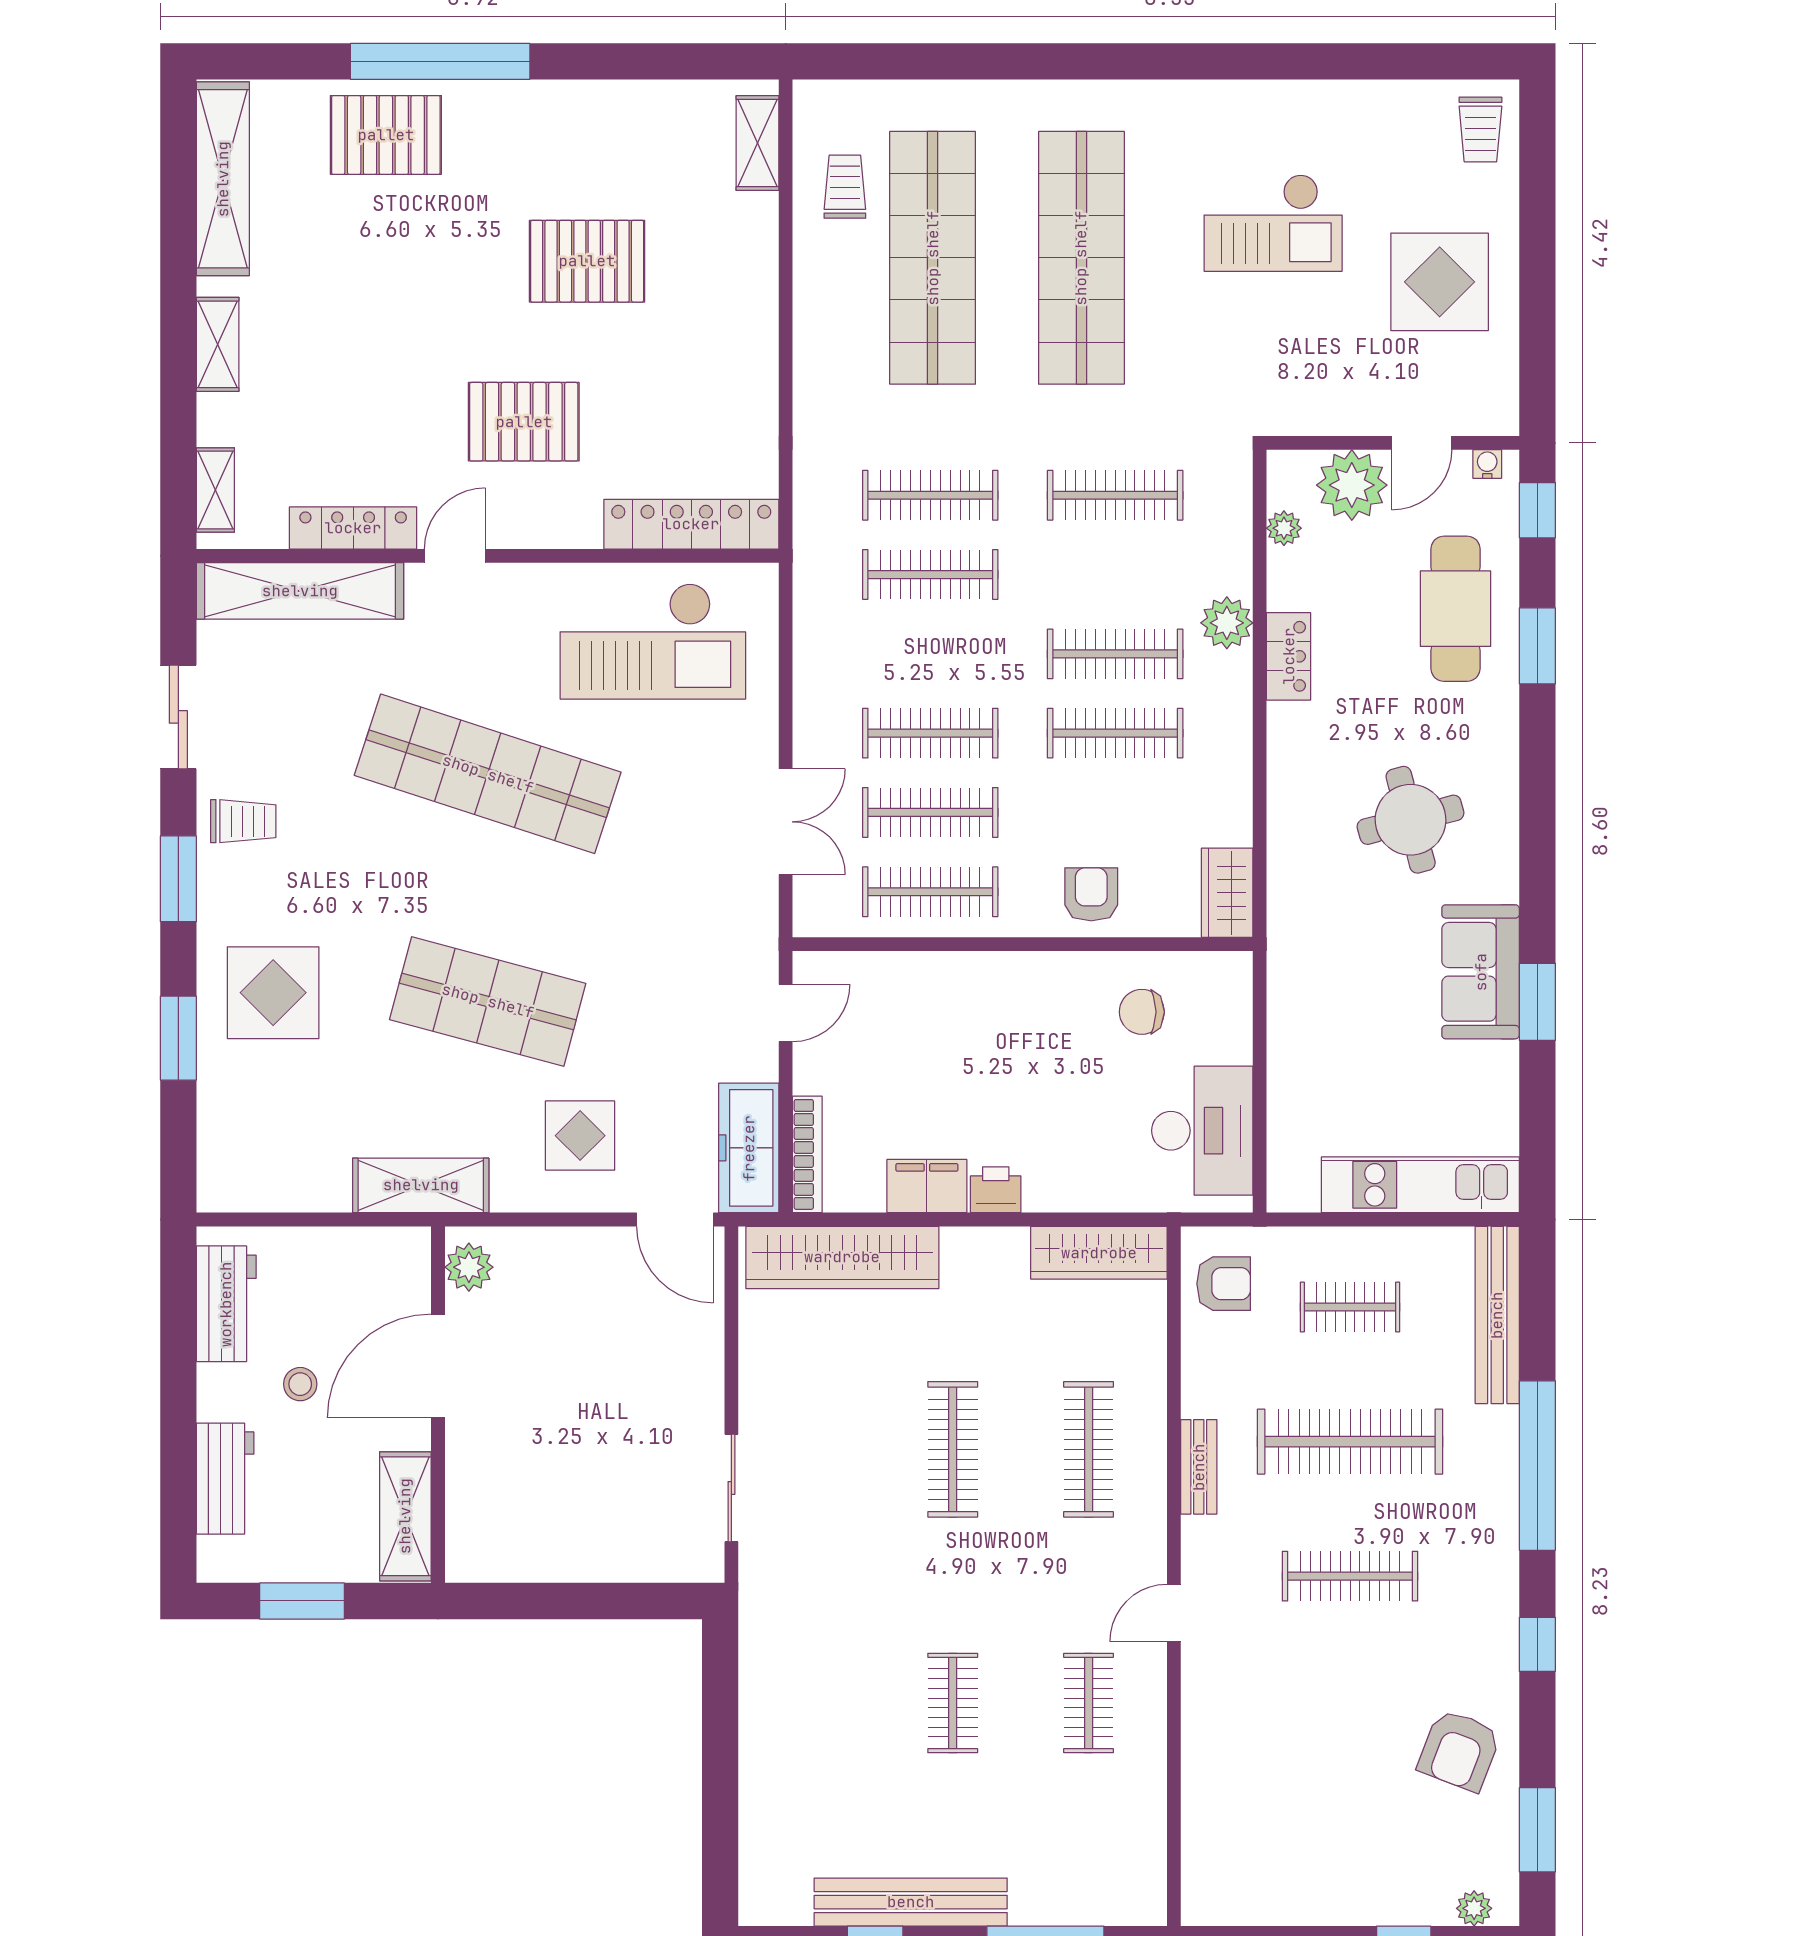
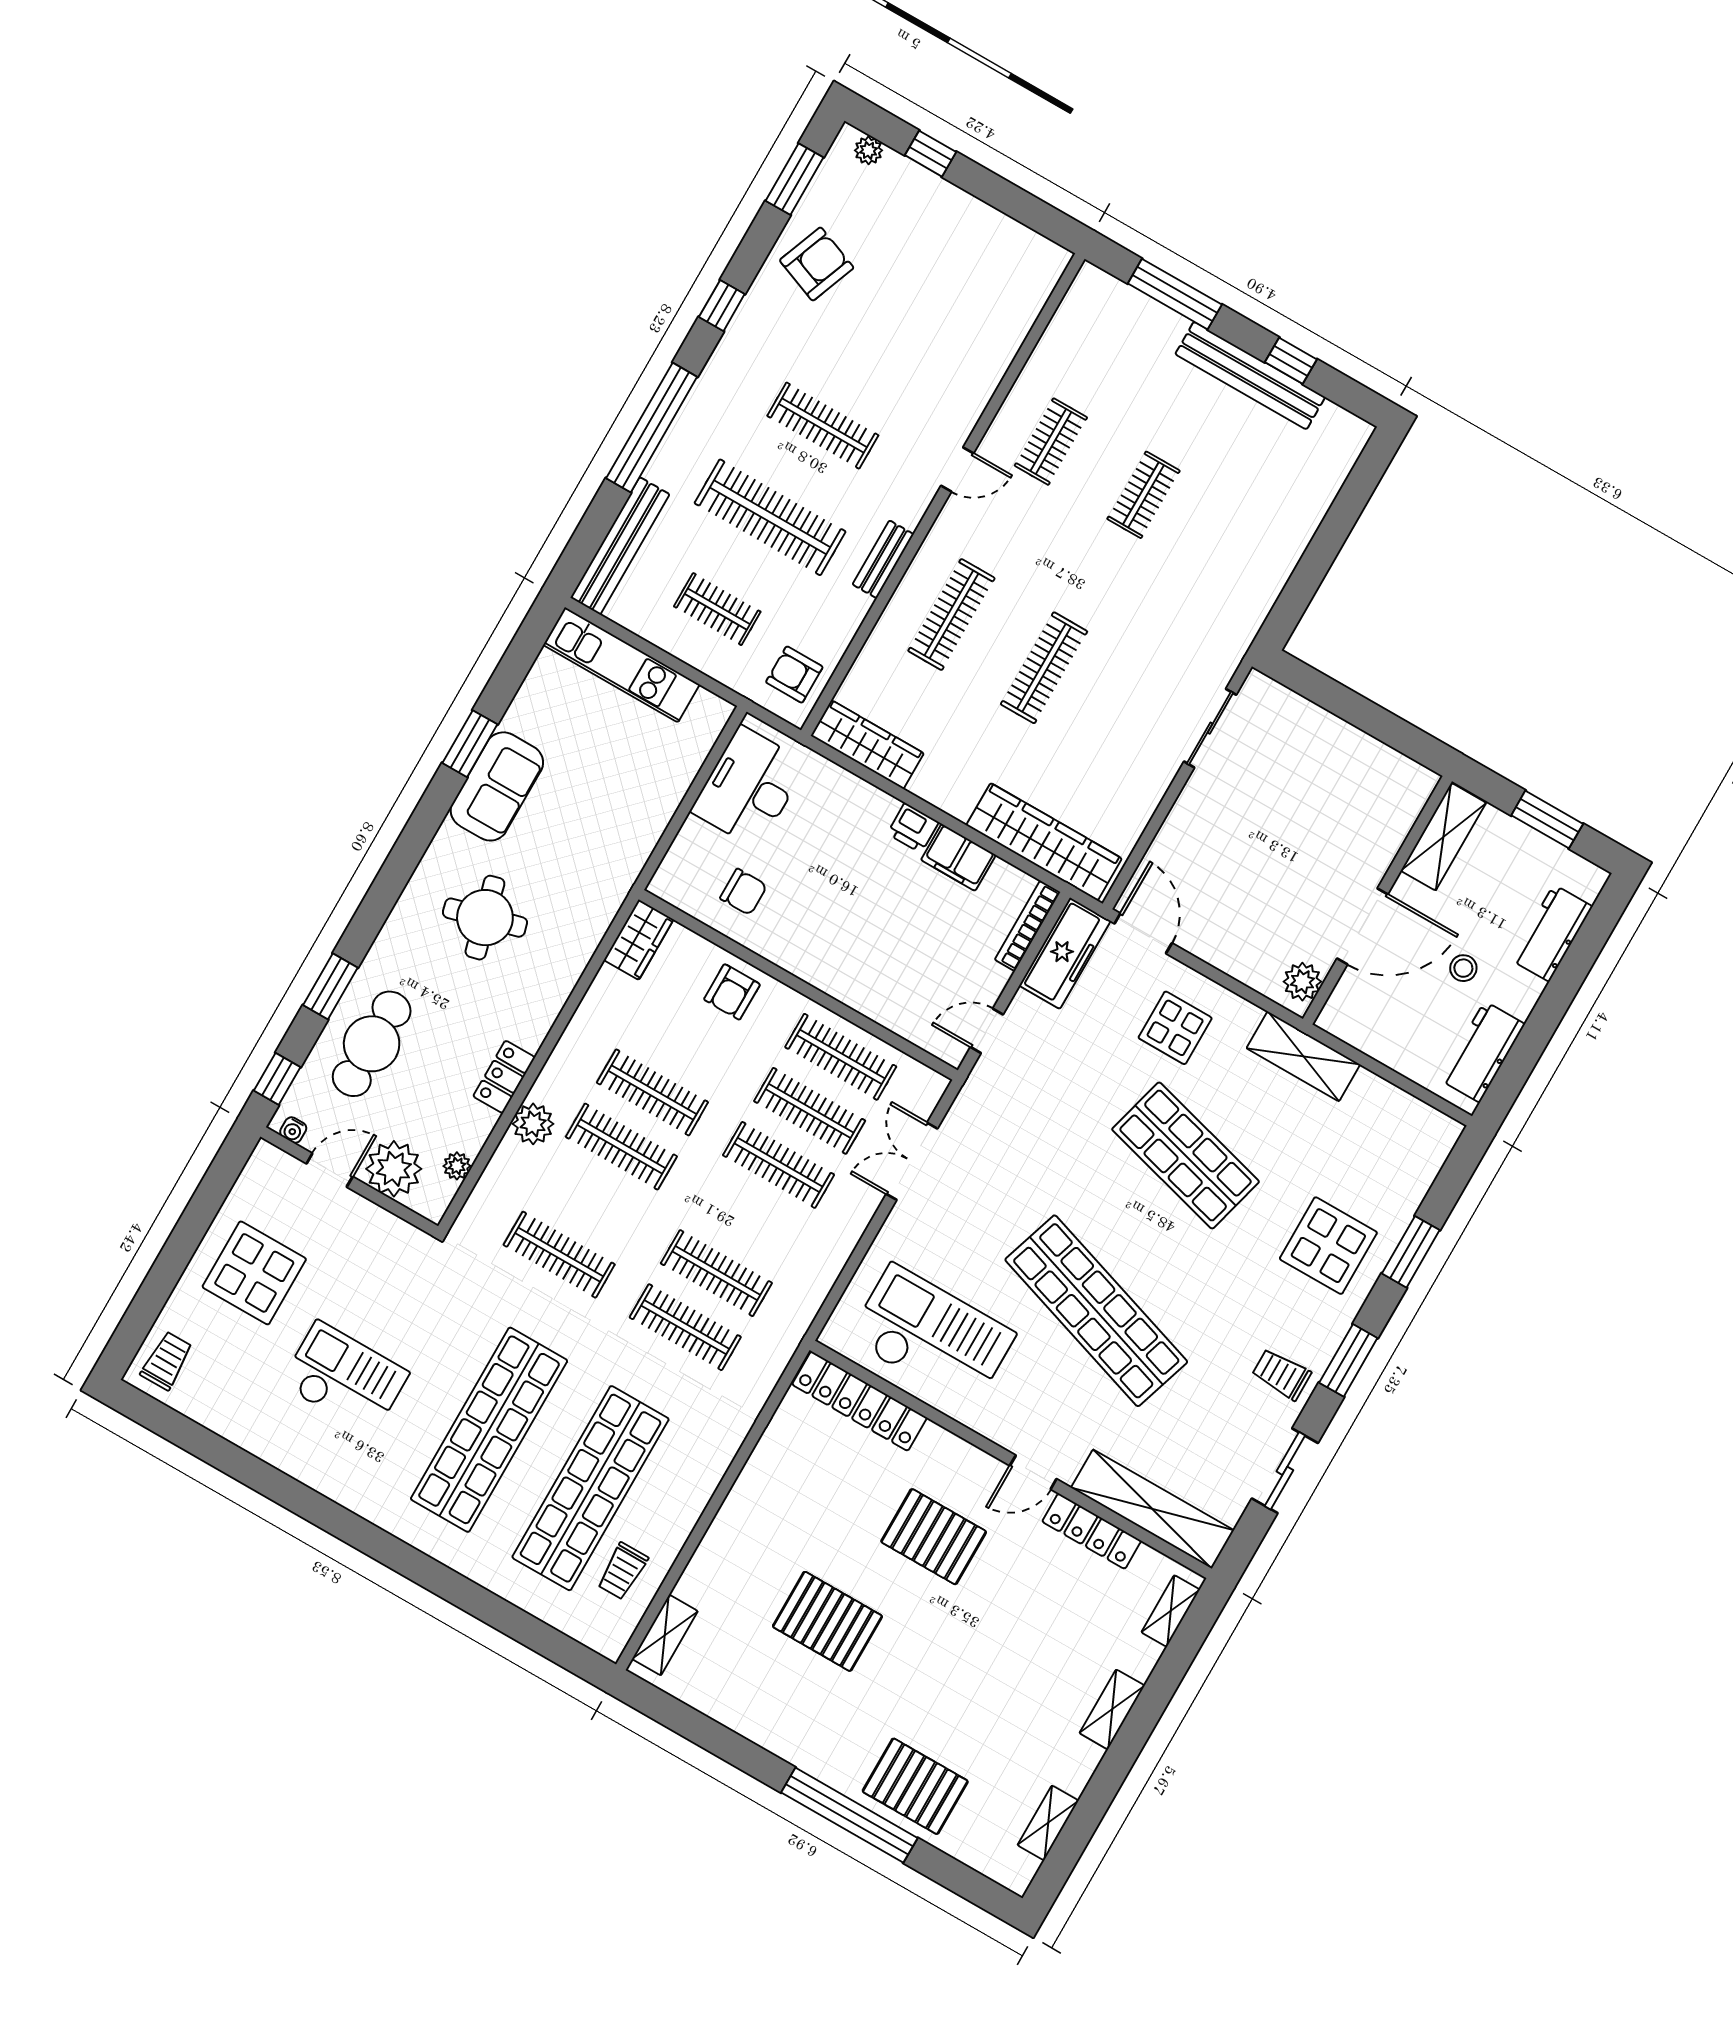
shelving: (223, 179) -> (1048, 1823), width x0.45, depth x0.75

